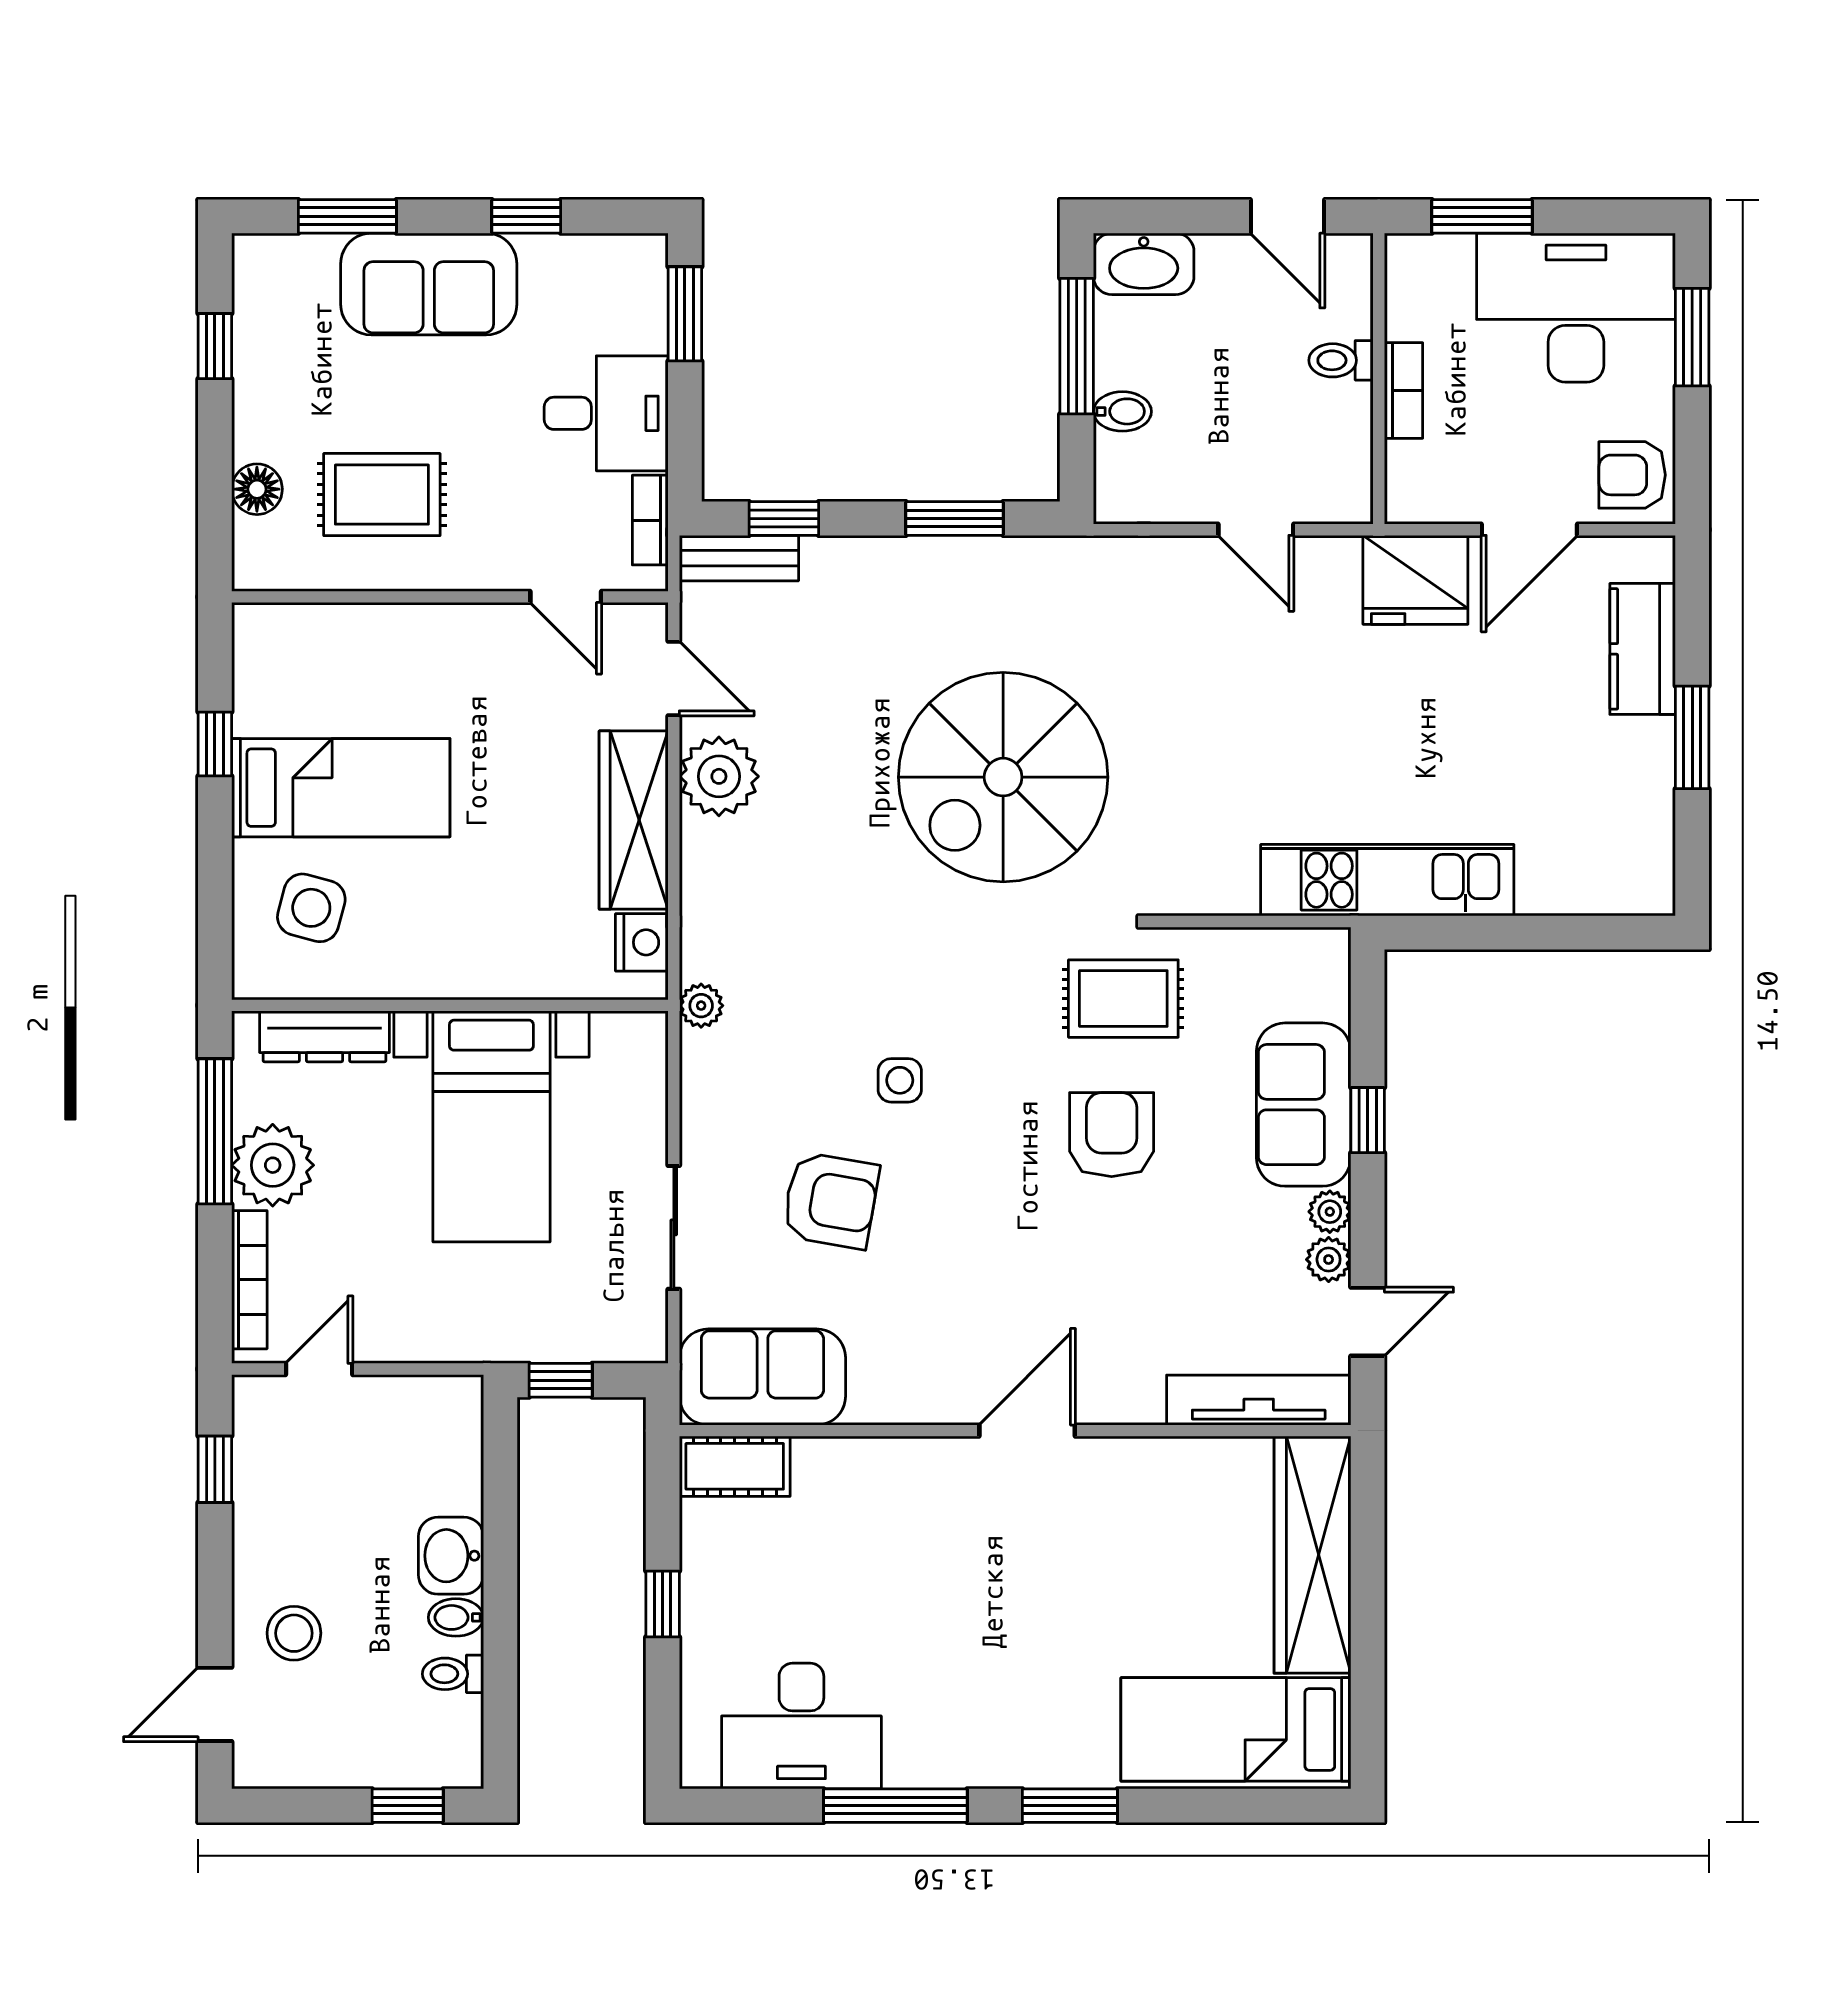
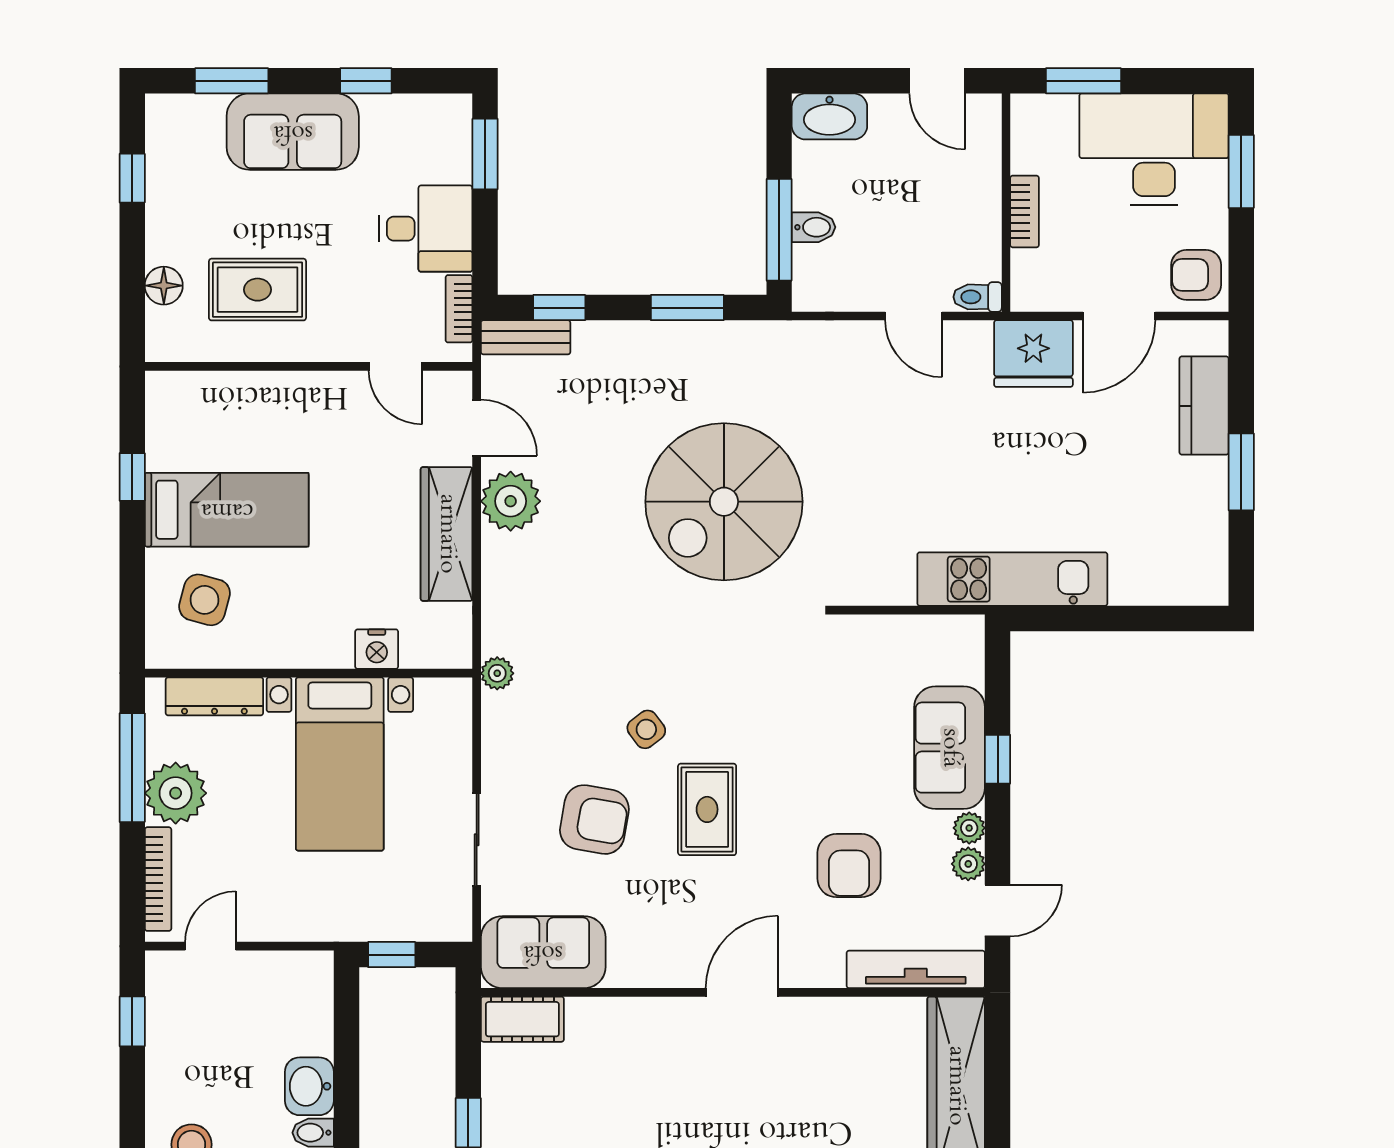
window: (1077, 346) -> (779, 230), moved
toilet: (1341, 360) -> (978, 297), moved
nightstand: (642, 942) -> (377, 649), moved, turned 90
rug: (1123, 999) -> (707, 809), moved, turned 90
side table: (900, 1080) -> (646, 729), turned -37
armchair: (1112, 1135) -> (849, 866), moved, turned 180

